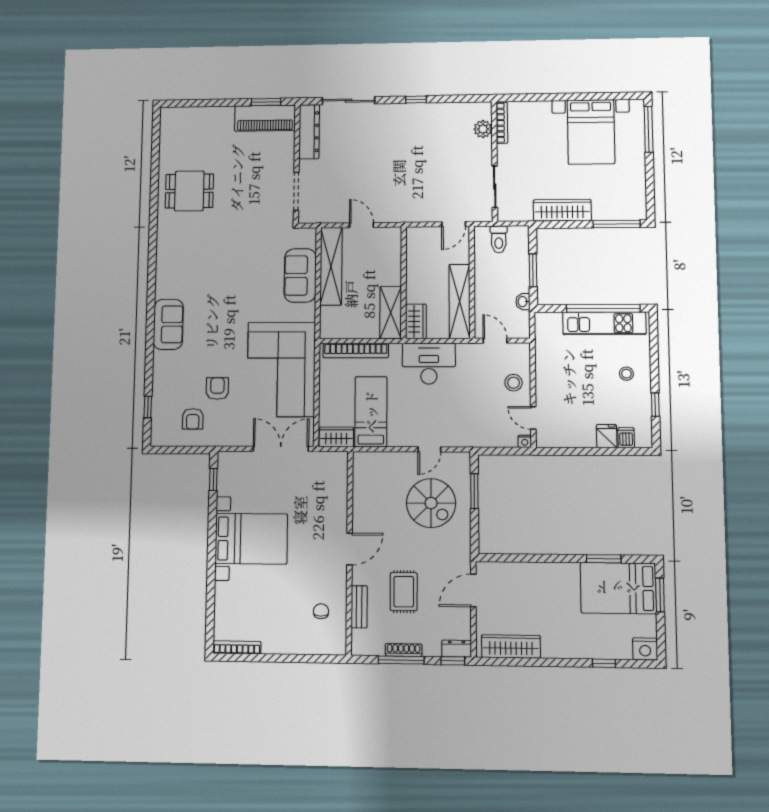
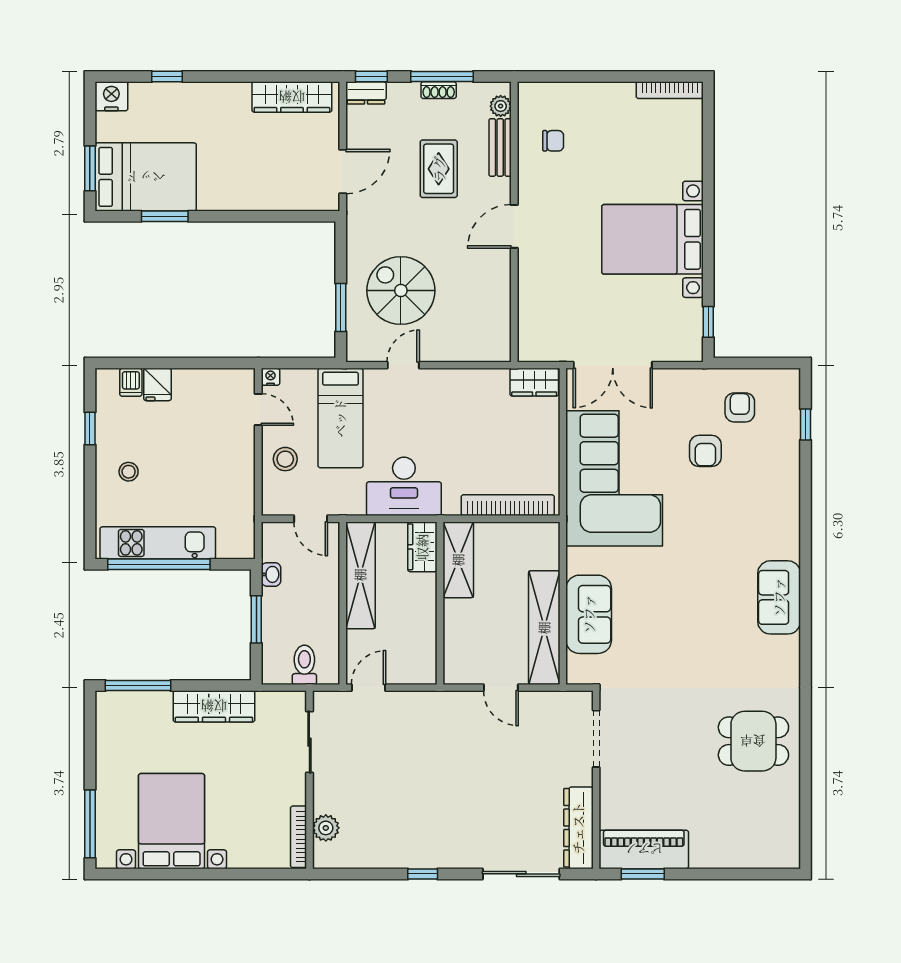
sofa: (168, 324) -> (779, 597), moved
bed: (371, 412) -> (340, 418), moved
chair: (321, 611) -> (553, 141), turned -90
plant: (359, 637) -> (501, 106), added
shoe rack: (404, 650) -> (439, 90), width x0.70

